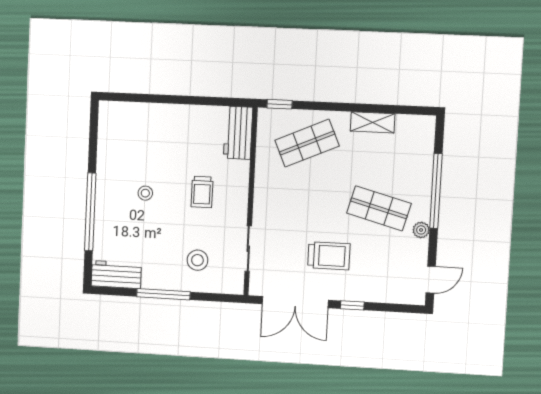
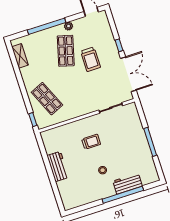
shelving: (373, 122) -> (20, 56), moved
workbench: (238, 133) -> (58, 166), moved, turned -90
trolley: (329, 256) -> (90, 59), moved, turned 180
stool: (197, 260) -> (126, 131), removed
workbench: (116, 275) -> (128, 184), moved, turned 90

